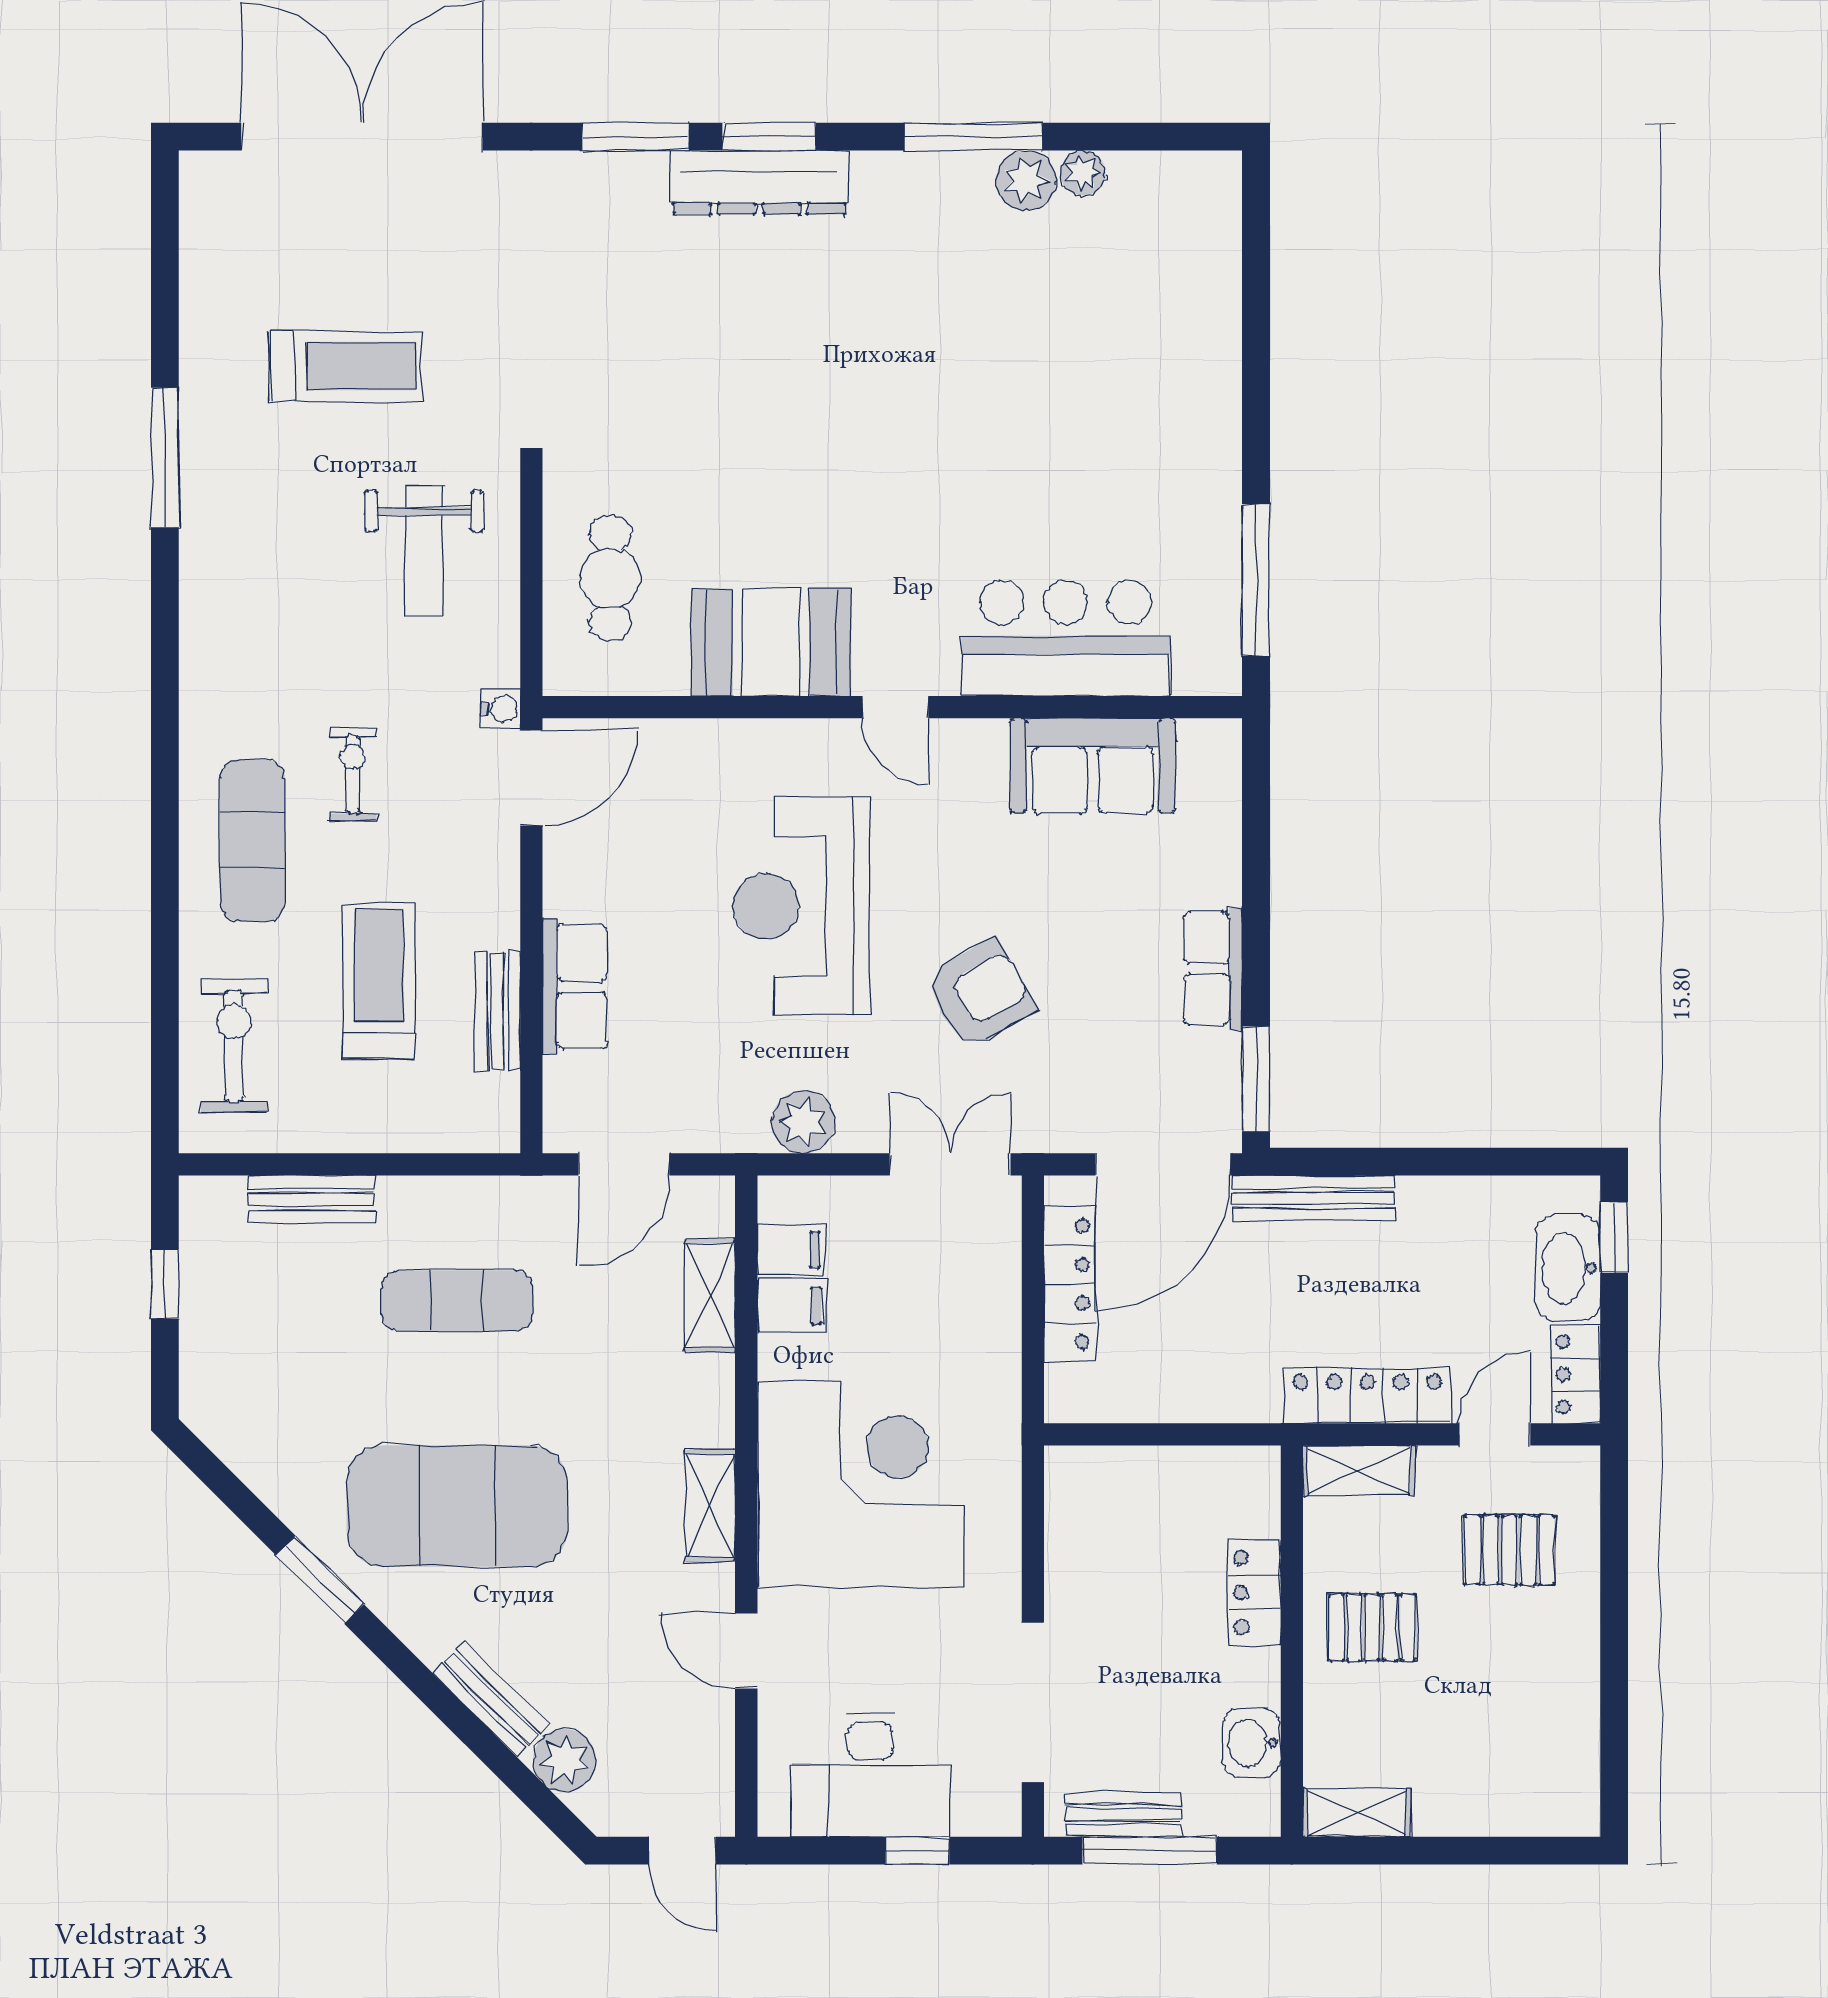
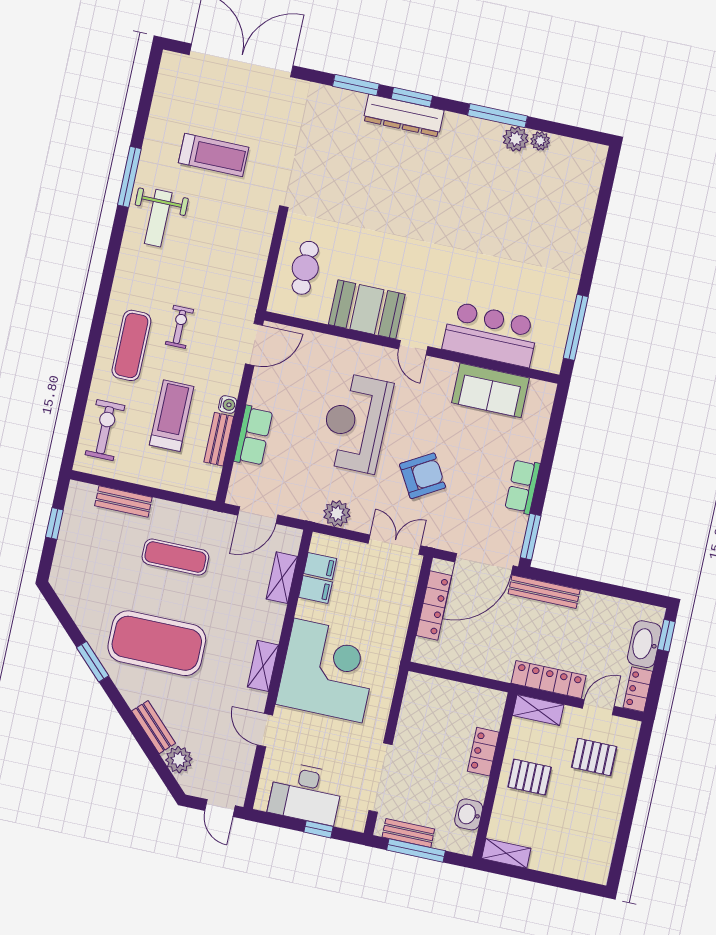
weight bench: (424, 550) -> (158, 218), moved
water cooler: (501, 709) -> (228, 405), moved

